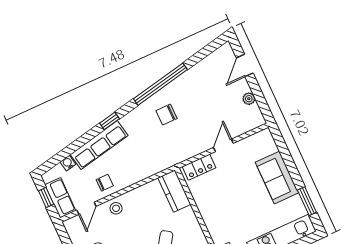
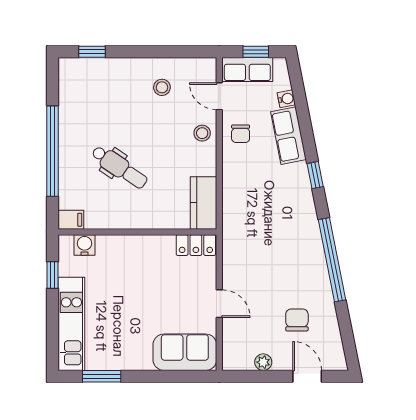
chair: (167, 115) -> (297, 320), moved
row of seats: (99, 145) -> (289, 136), width x0.68
locker: (199, 167) -> (196, 245), moved, turned -90
sofa: (277, 178) -> (185, 352), moved
kitchen counter: (174, 191) -> (203, 203), moved, turned -90

